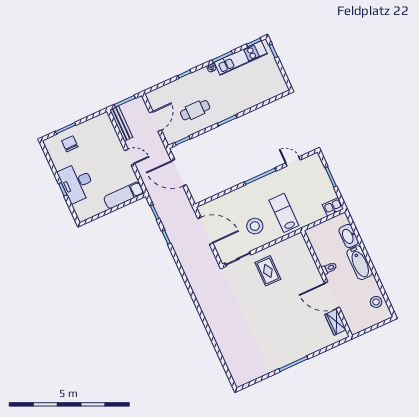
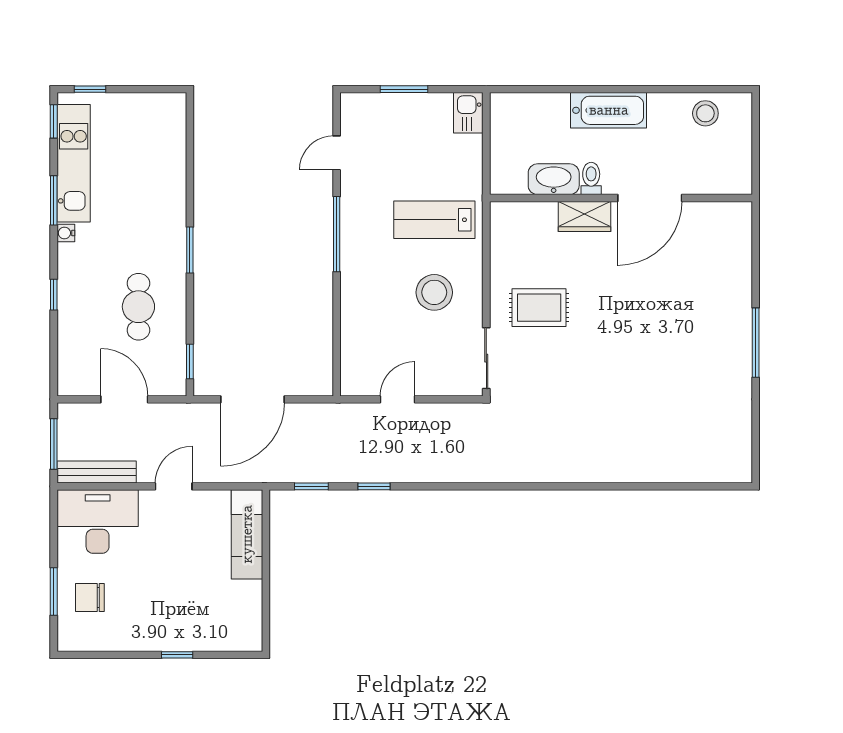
desk: (77, 183) -> (98, 521), moved, turned 180
door: (205, 231) -> (397, 399), width x0.53
washbasin: (349, 236) -> (554, 179), moved, turned 180
wardrobe: (335, 322) -> (584, 216), moved

